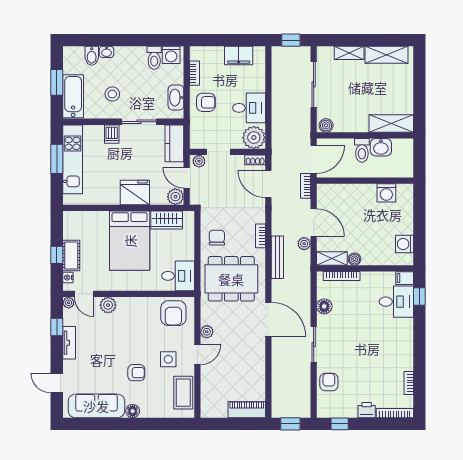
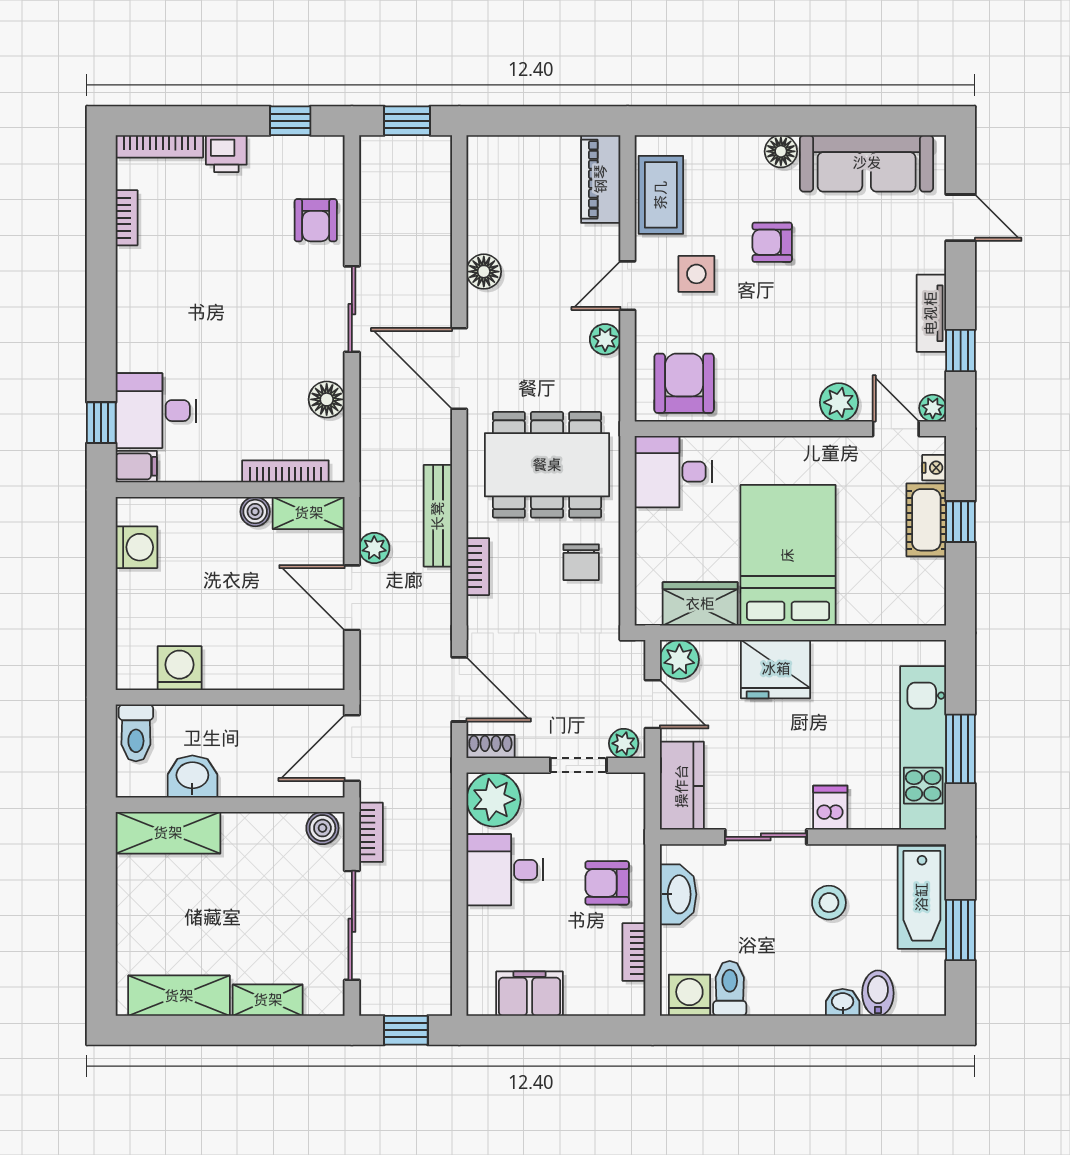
toilet: (362, 150) -> (136, 733), moved, turned 180
bookcase: (306, 186) -> (371, 832), moved
floor lamp: (258, 360) -> (484, 272), added
piano: (247, 410) -> (601, 179), moved, turned 90

